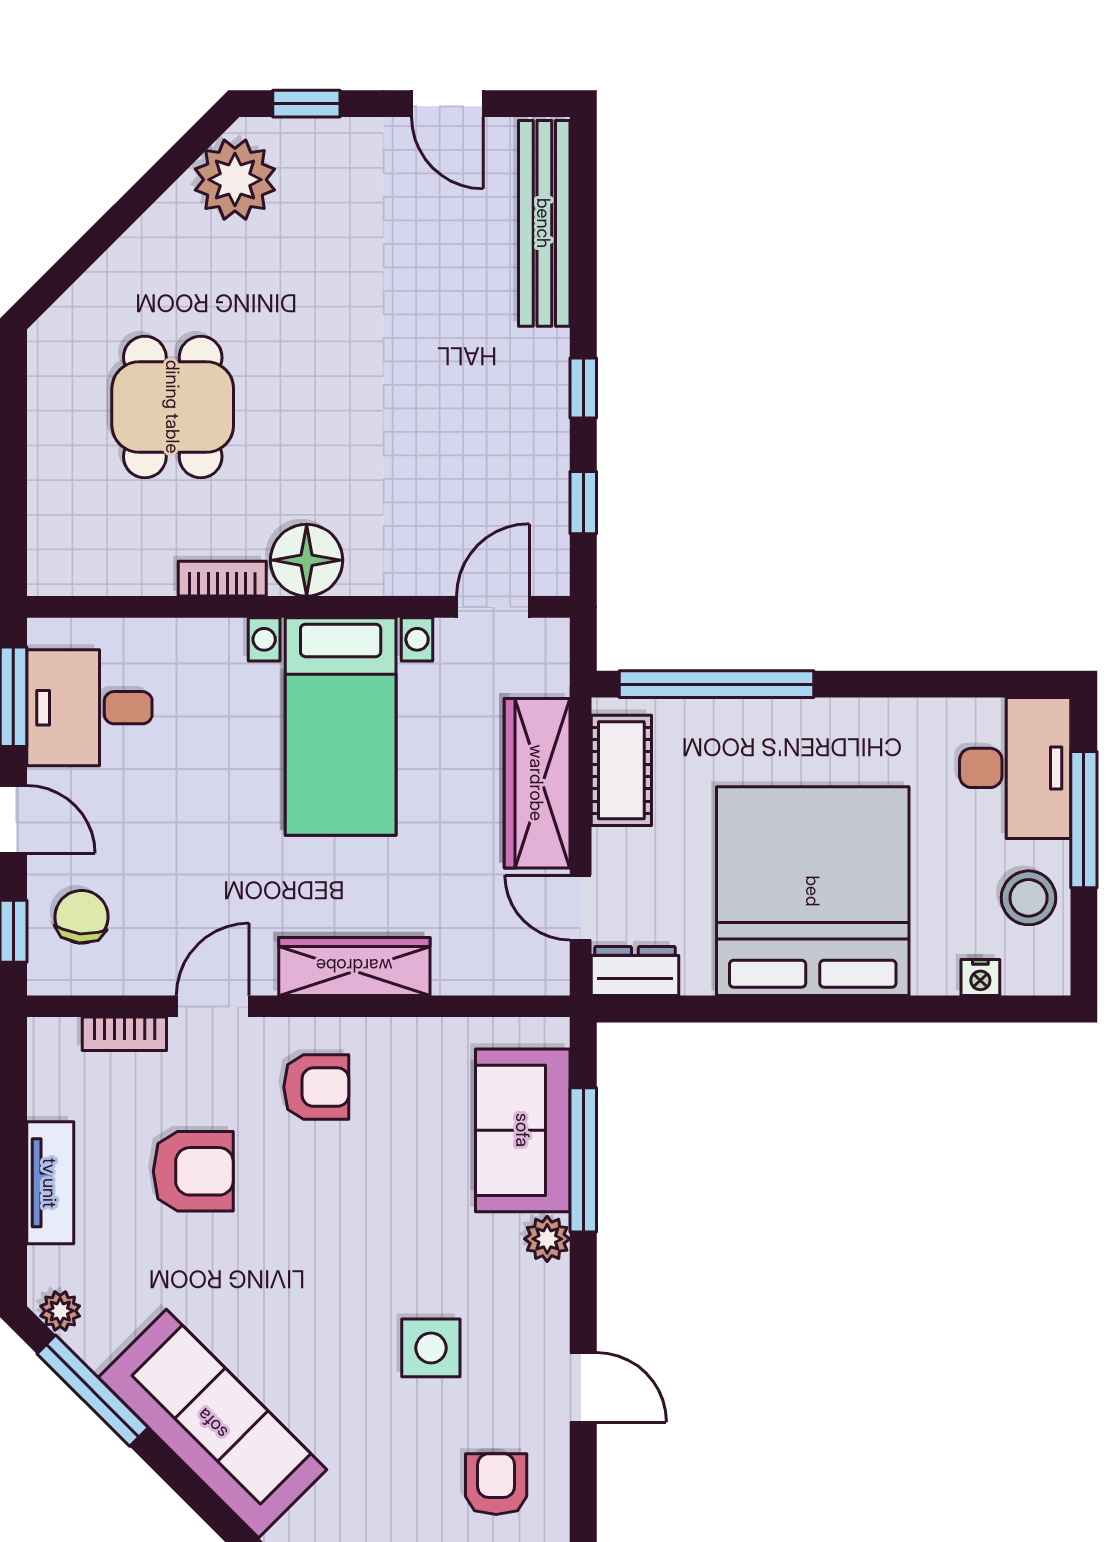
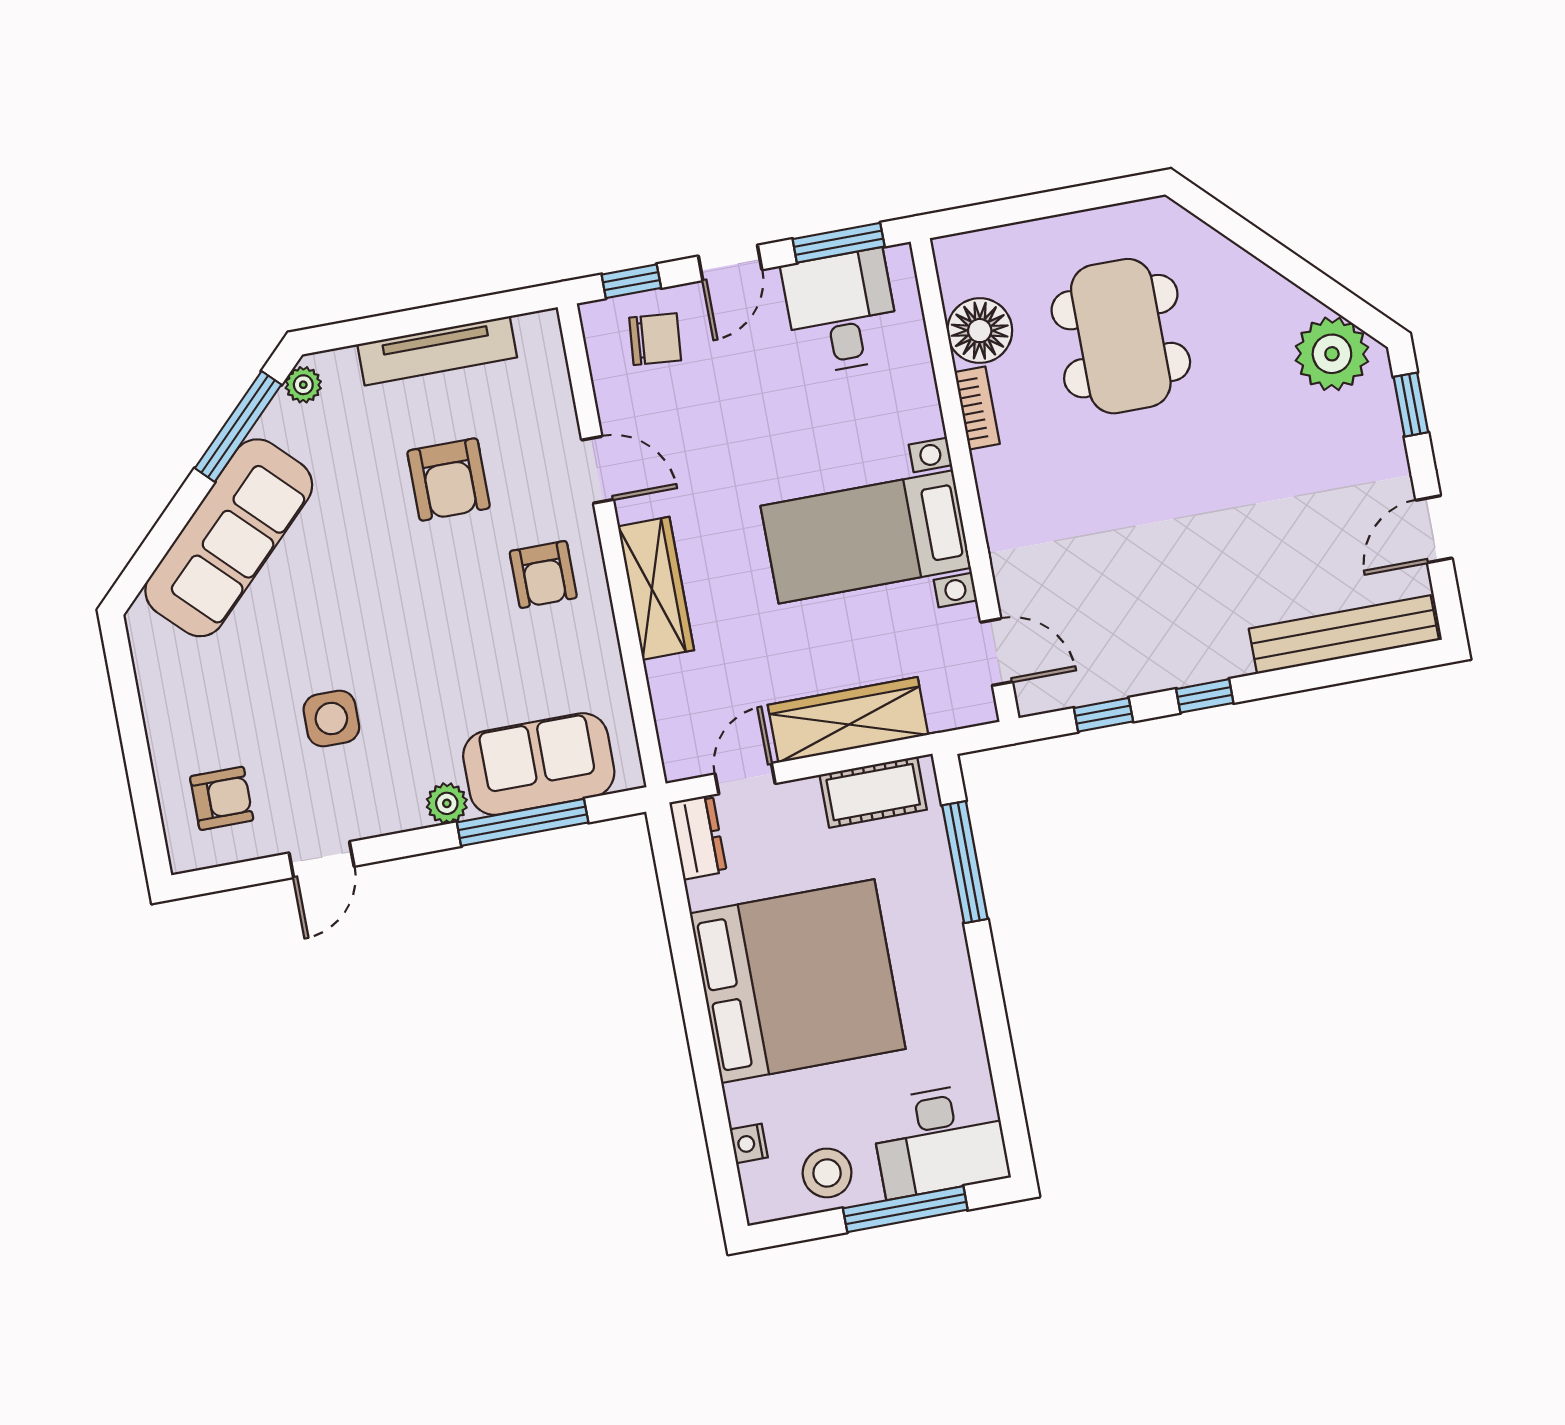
dining table: (173, 407) -> (1121, 336), width x1.38
floor lamp: (307, 560) -> (980, 331), moved
window: (716, 684) -> (965, 862), width x0.68
bookcase: (124, 1034) -> (559, 396), removed
tv unit: (50, 1183) -> (437, 351), width x1.41

